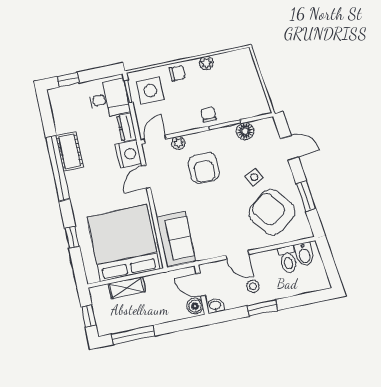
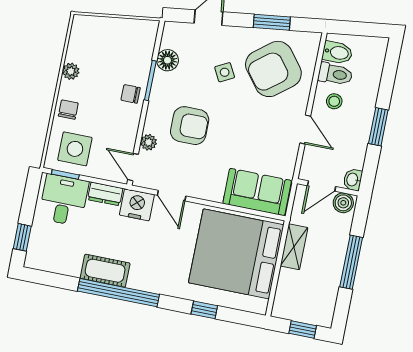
door: (237, 255) -> (305, 130), hinge flipped
stool: (253, 286) -> (334, 101), moved
shelving: (127, 288) -> (294, 247), moved
window: (133, 335) -> (351, 262), moved

